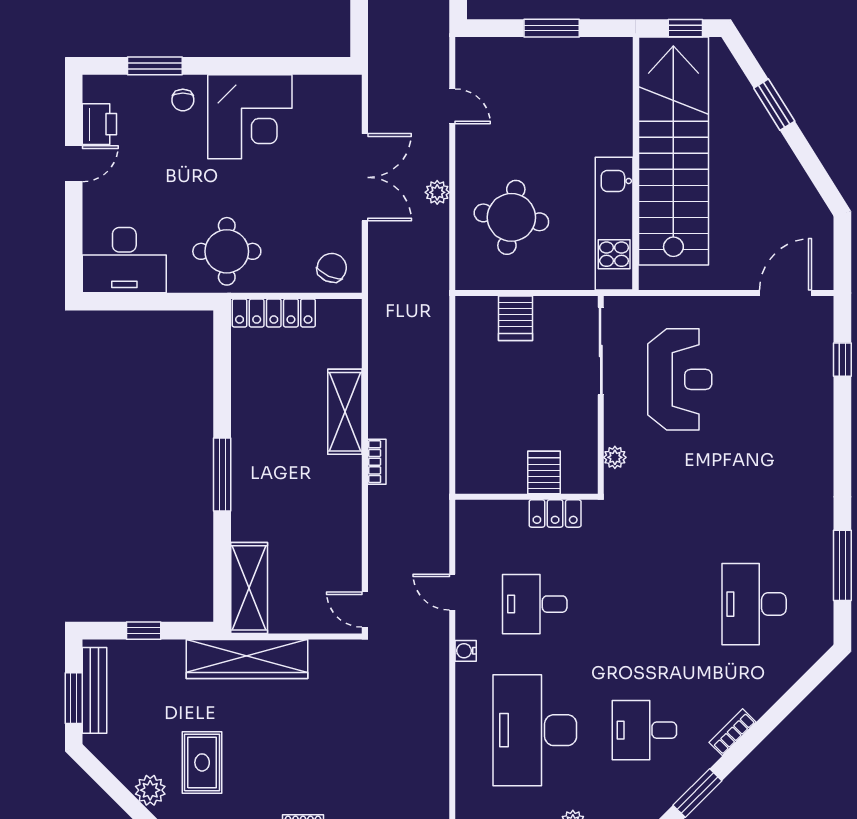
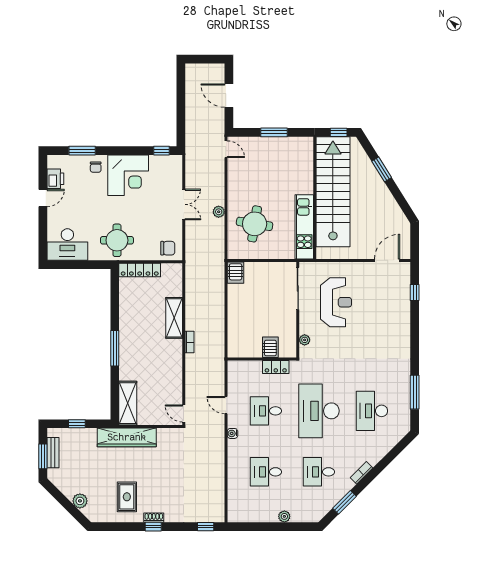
window: (319, 66) -> (161, 151), added
door: (452, 106) -> (226, 149), moved
double door: (365, 177) -> (184, 204), width x0.73
chair: (332, 268) -> (168, 248), turned 66
server rack: (516, 318) -> (236, 273), moved
desk: (644, 604) -> (319, 411), added
bench: (95, 690) -> (53, 453), width x0.73
desk: (535, 730) -> (266, 472), width x0.53, depth x0.77
rug: (202, 762) -> (127, 497), moved

